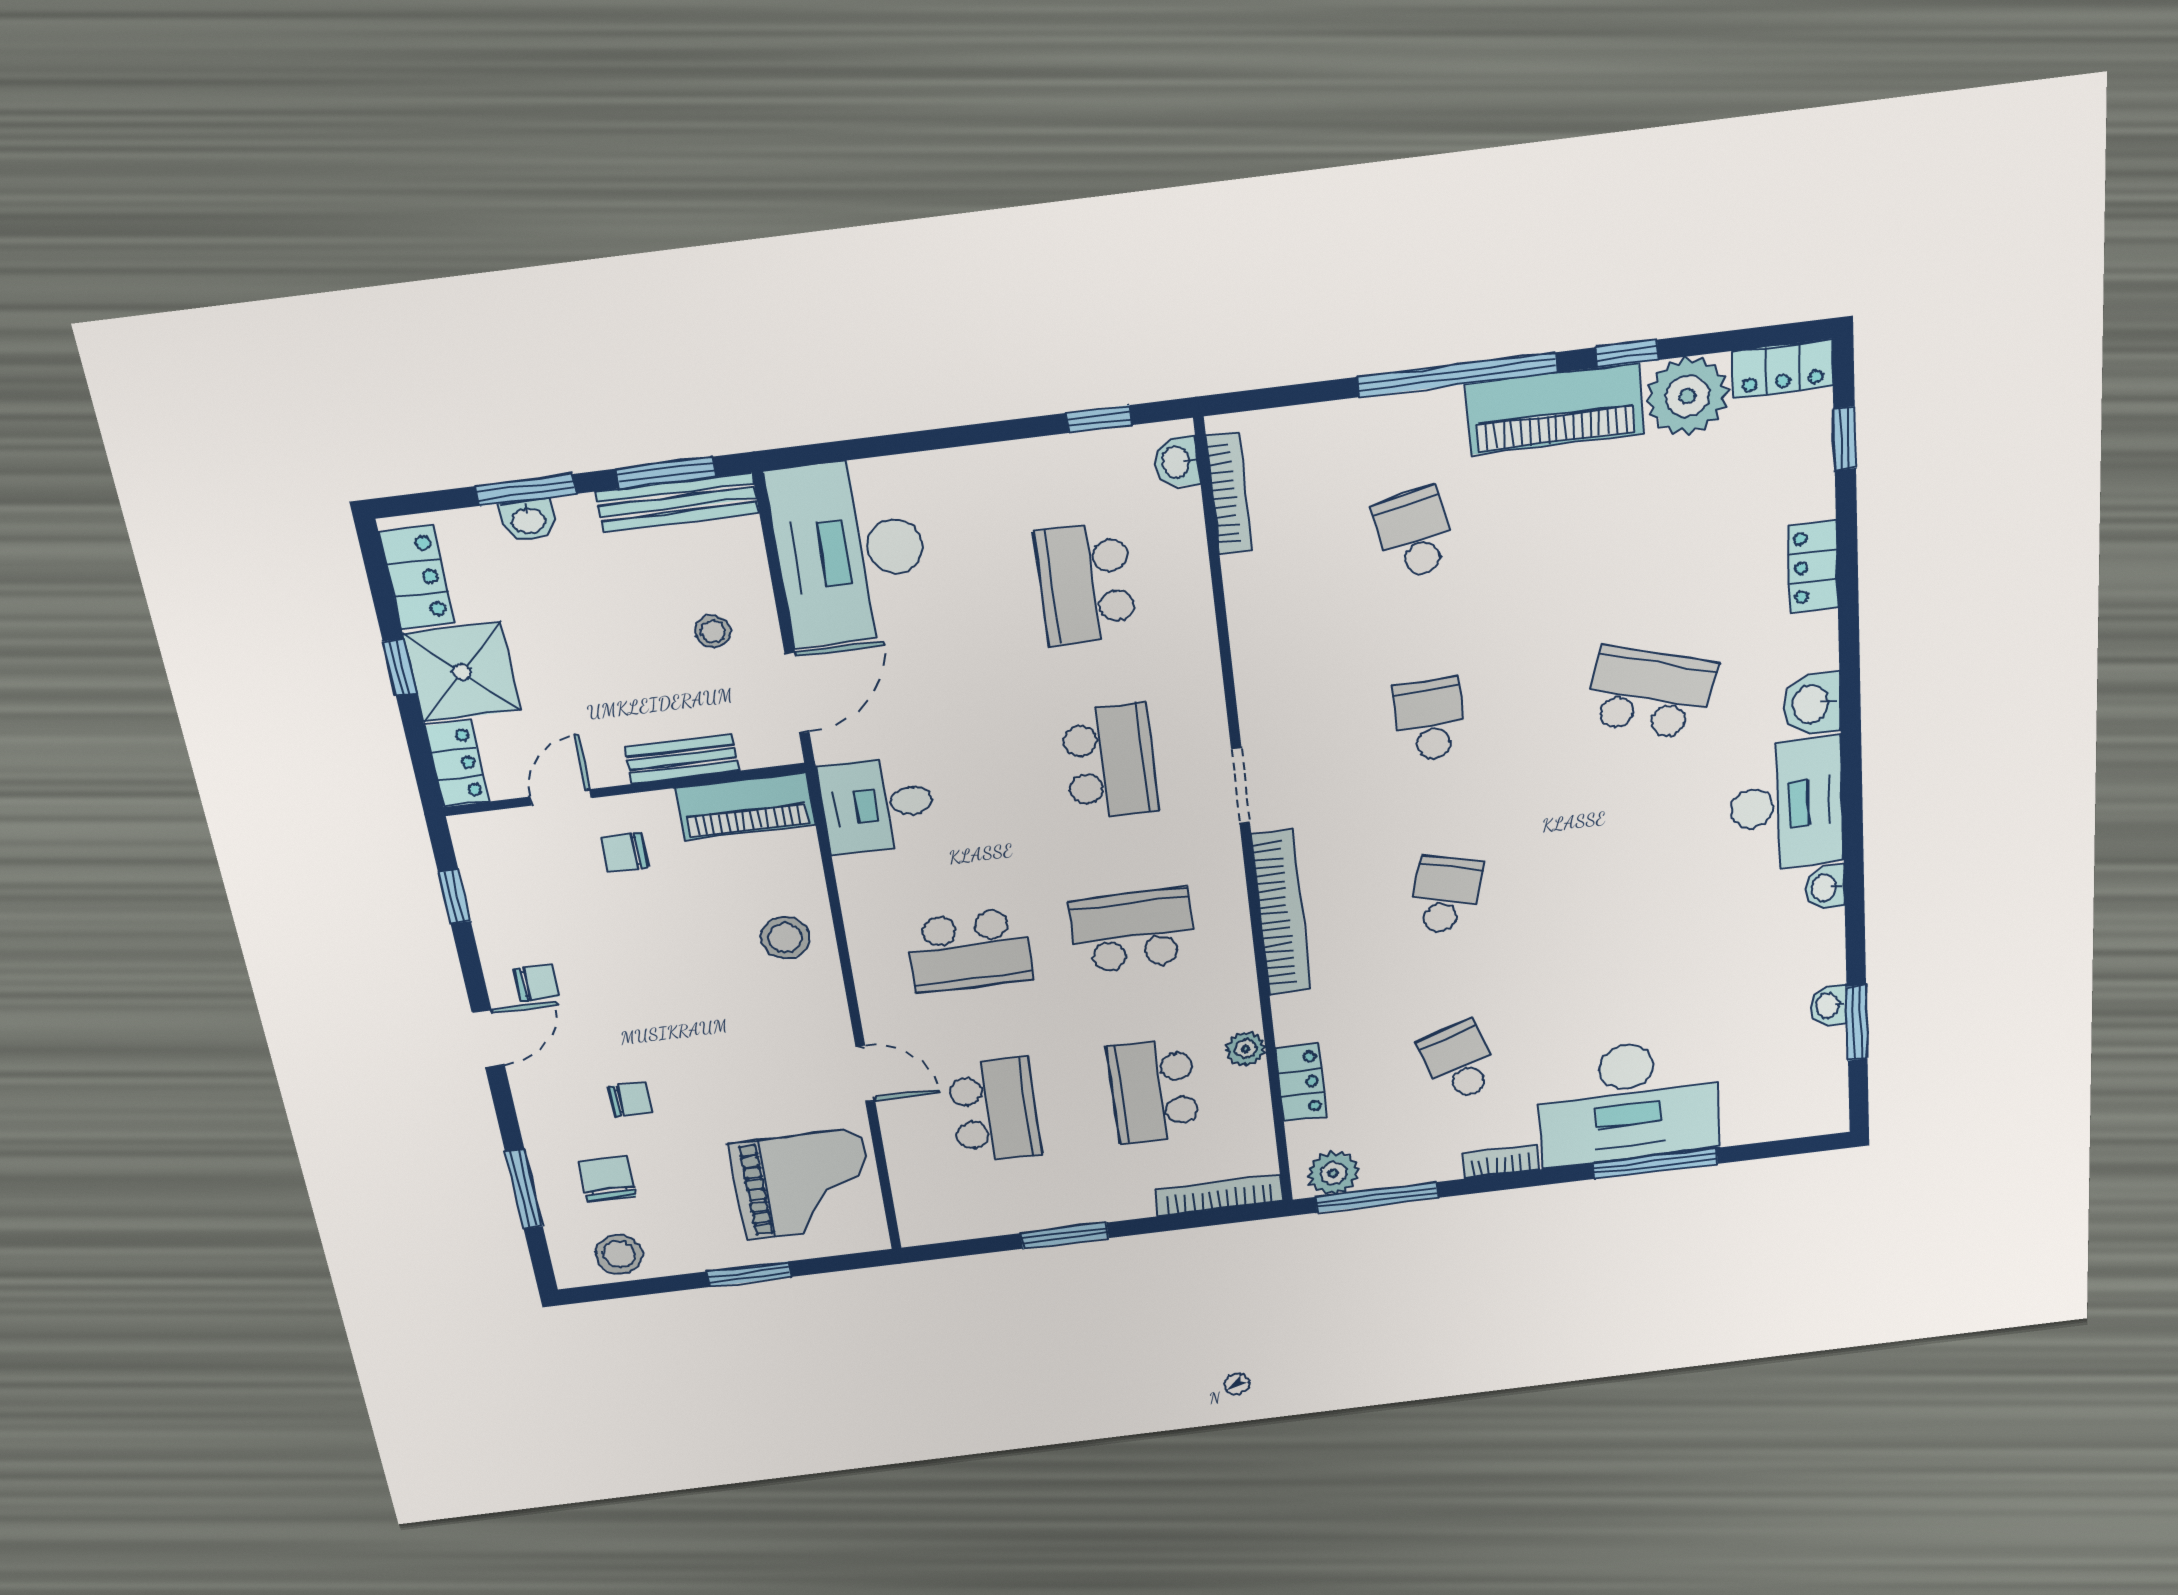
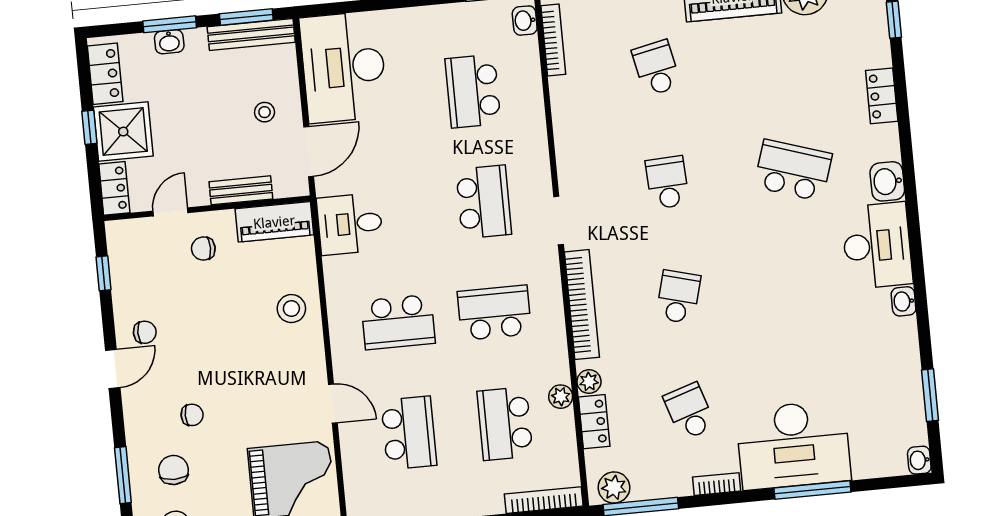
washbasin: (1829, 1006) -> (919, 460), moved
plant: (1293, 1025) -> (589, 382), added

